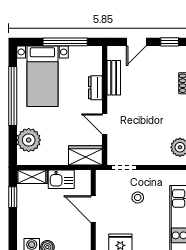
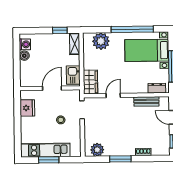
dresser: (95, 88) -> (157, 88), moved
kitchen sink: (61, 179) -> (73, 75), moved

